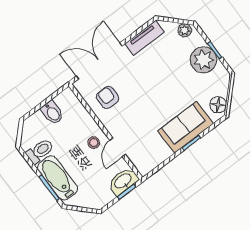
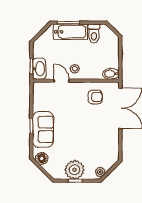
tv unit: (145, 38) -> (114, 145), removed
bidet: (52, 113) -> (111, 74), moved

